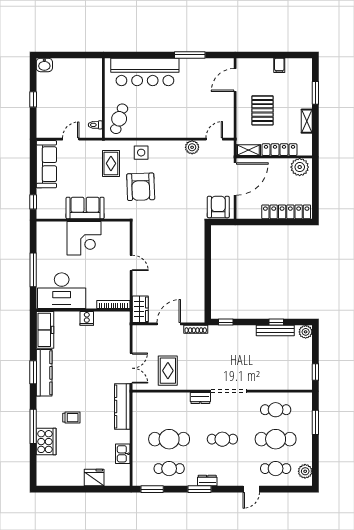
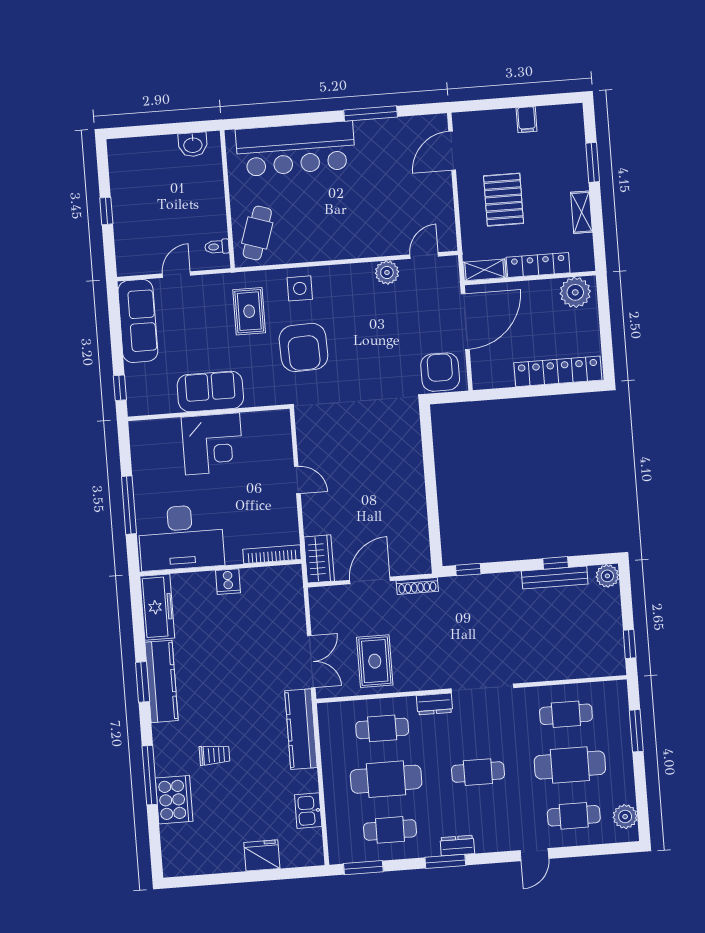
washbasin: (44, 65) -> (193, 145), moved
cafe table: (169, 410) -> (382, 728), added

